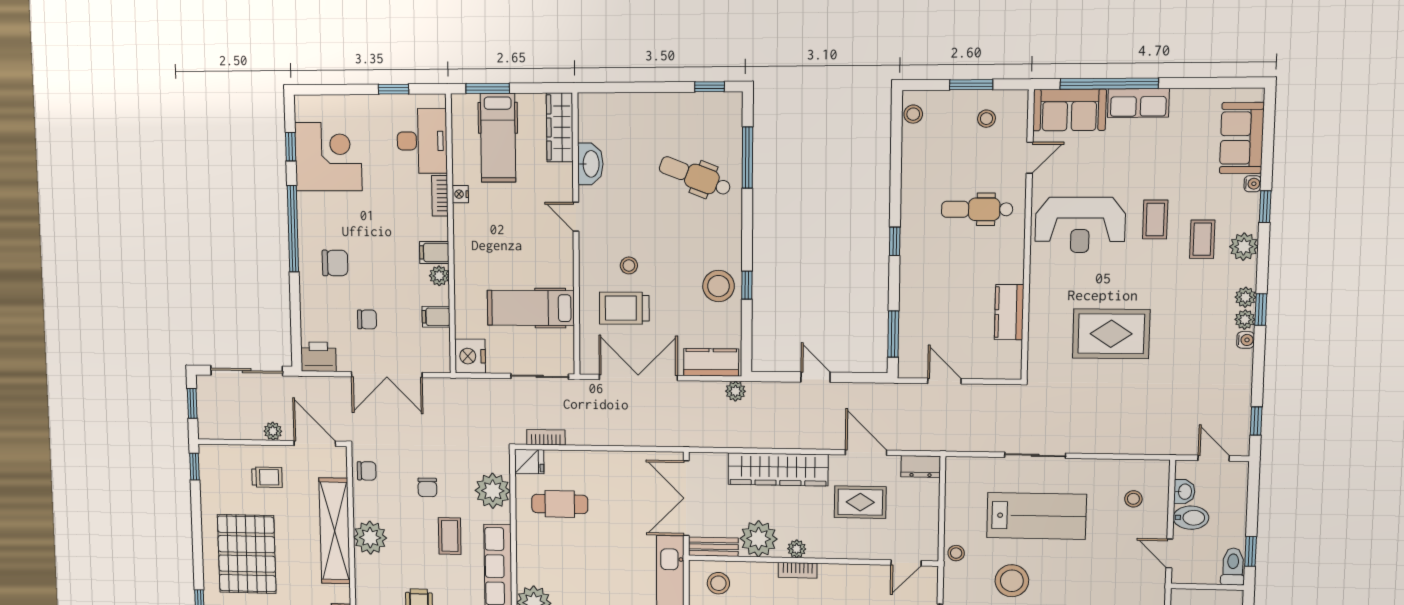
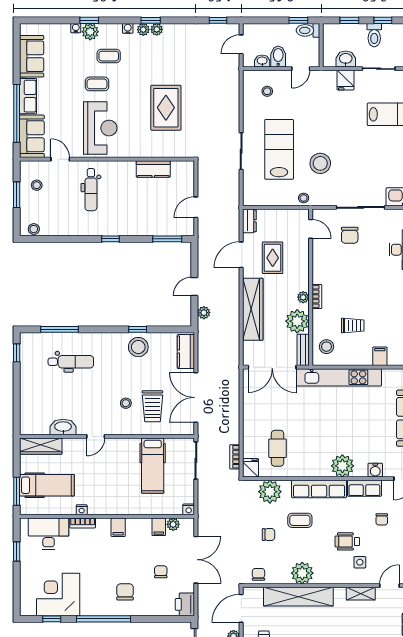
sofa: (1242, 138) -> (32, 56), moved, turned -90
dental chair: (695, 176) -> (71, 362), turned -111
plant: (1244, 247) -> (90, 32), moved
plant: (439, 276) -> (173, 524), moved
water cooler: (1246, 340) -> (128, 28), moved
nightstand: (470, 356) -> (189, 509), width x0.53, depth x0.56
plant: (735, 391) -> (204, 313), moved

